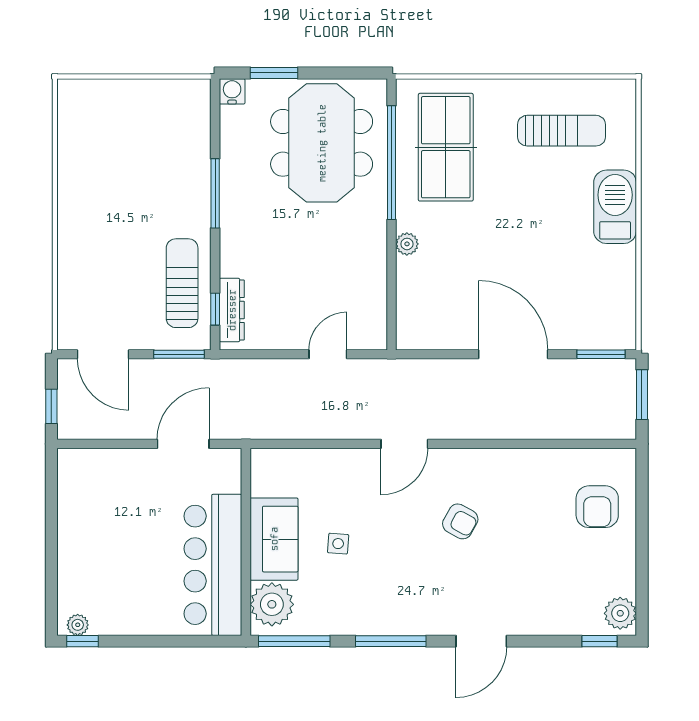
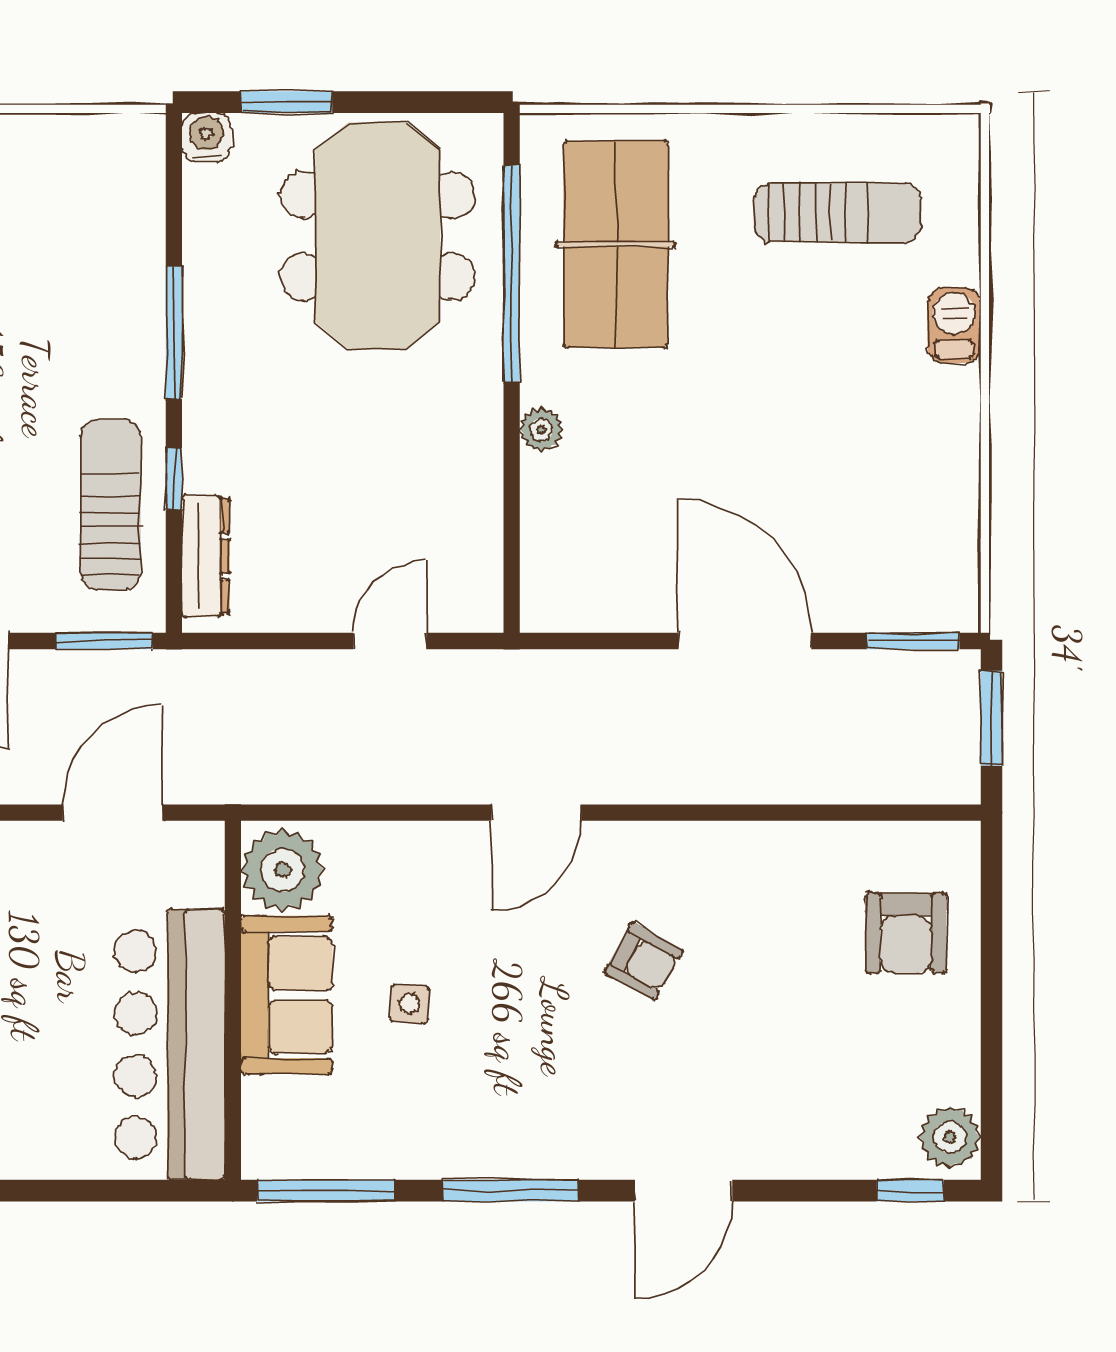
barbecue: (615, 207) -> (954, 325), width x0.53, depth x0.65
window: (215, 309) -> (174, 479), moved
plant: (272, 604) -> (283, 870), moved

